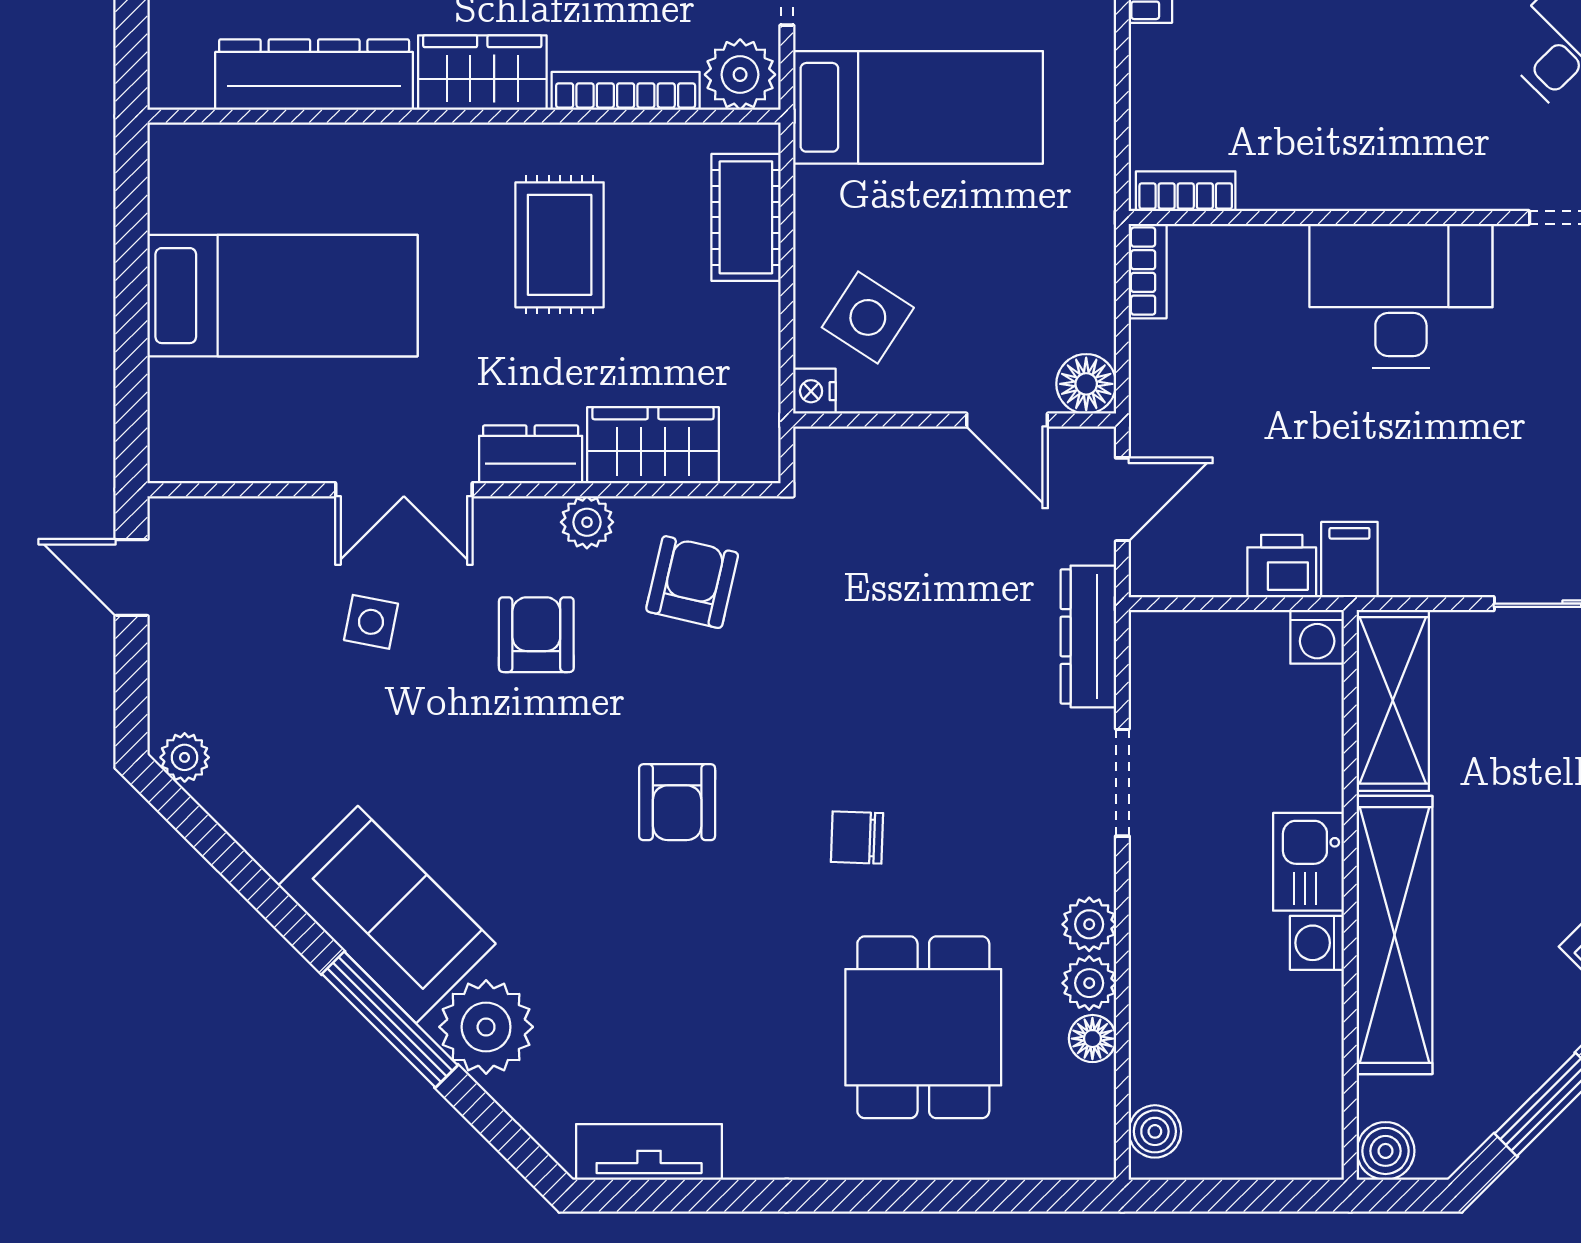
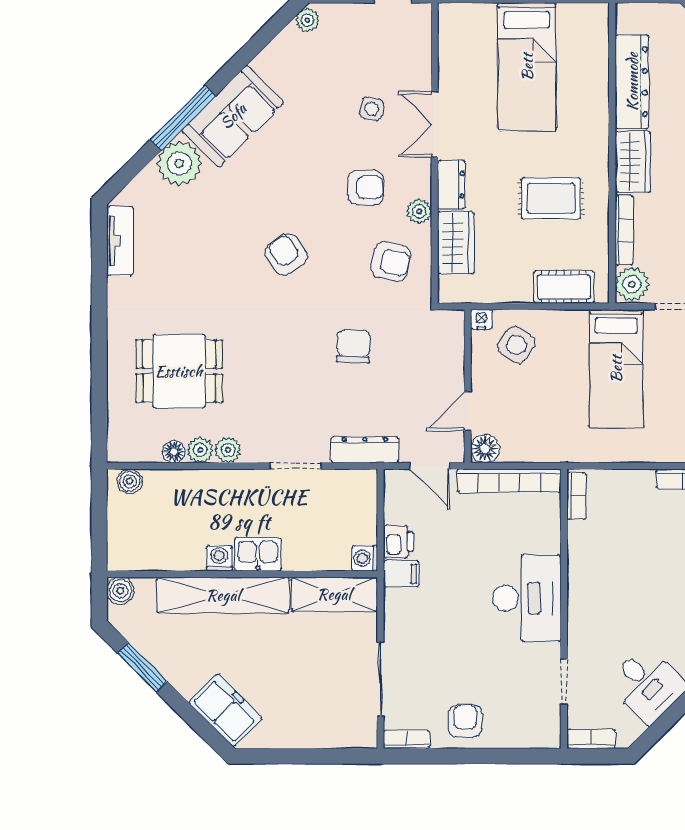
bookcase: (1148, 271) -> (509, 481), width x2.31, depth x1.31
armchair: (677, 802) -> (286, 254), turned 57
chair: (857, 837) -> (353, 346), moved, width x1.37, depth x1.37

